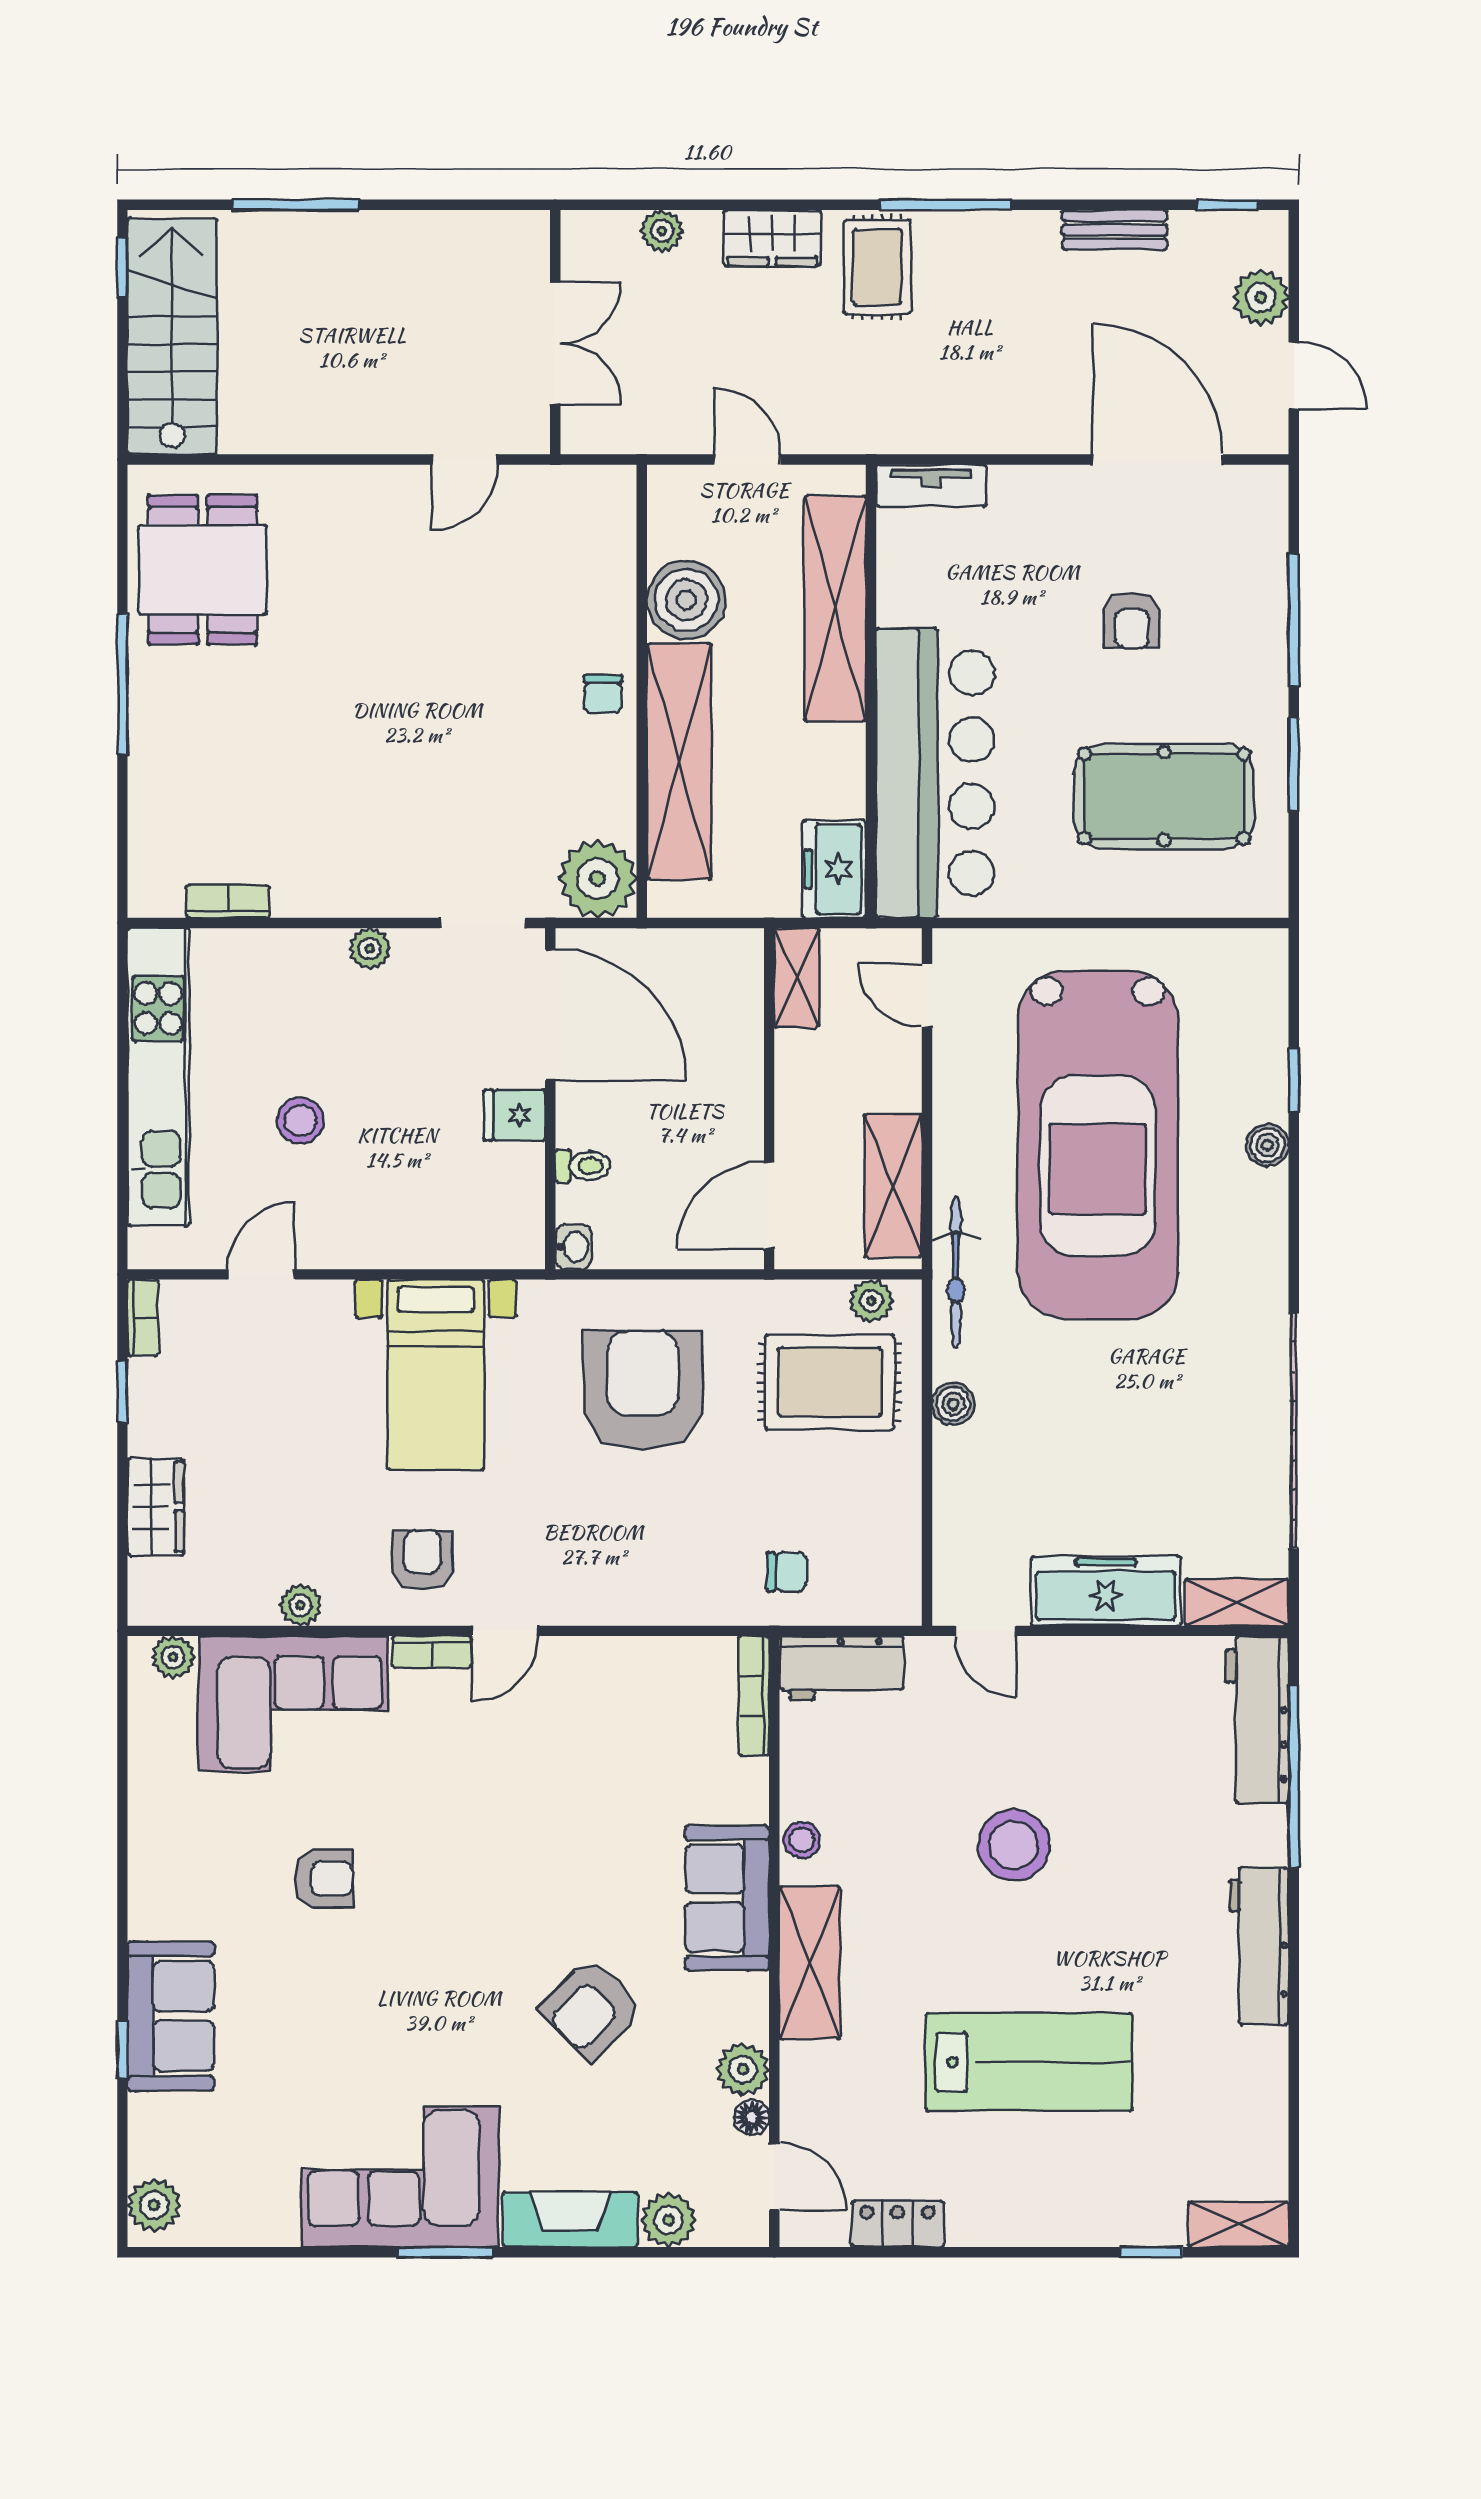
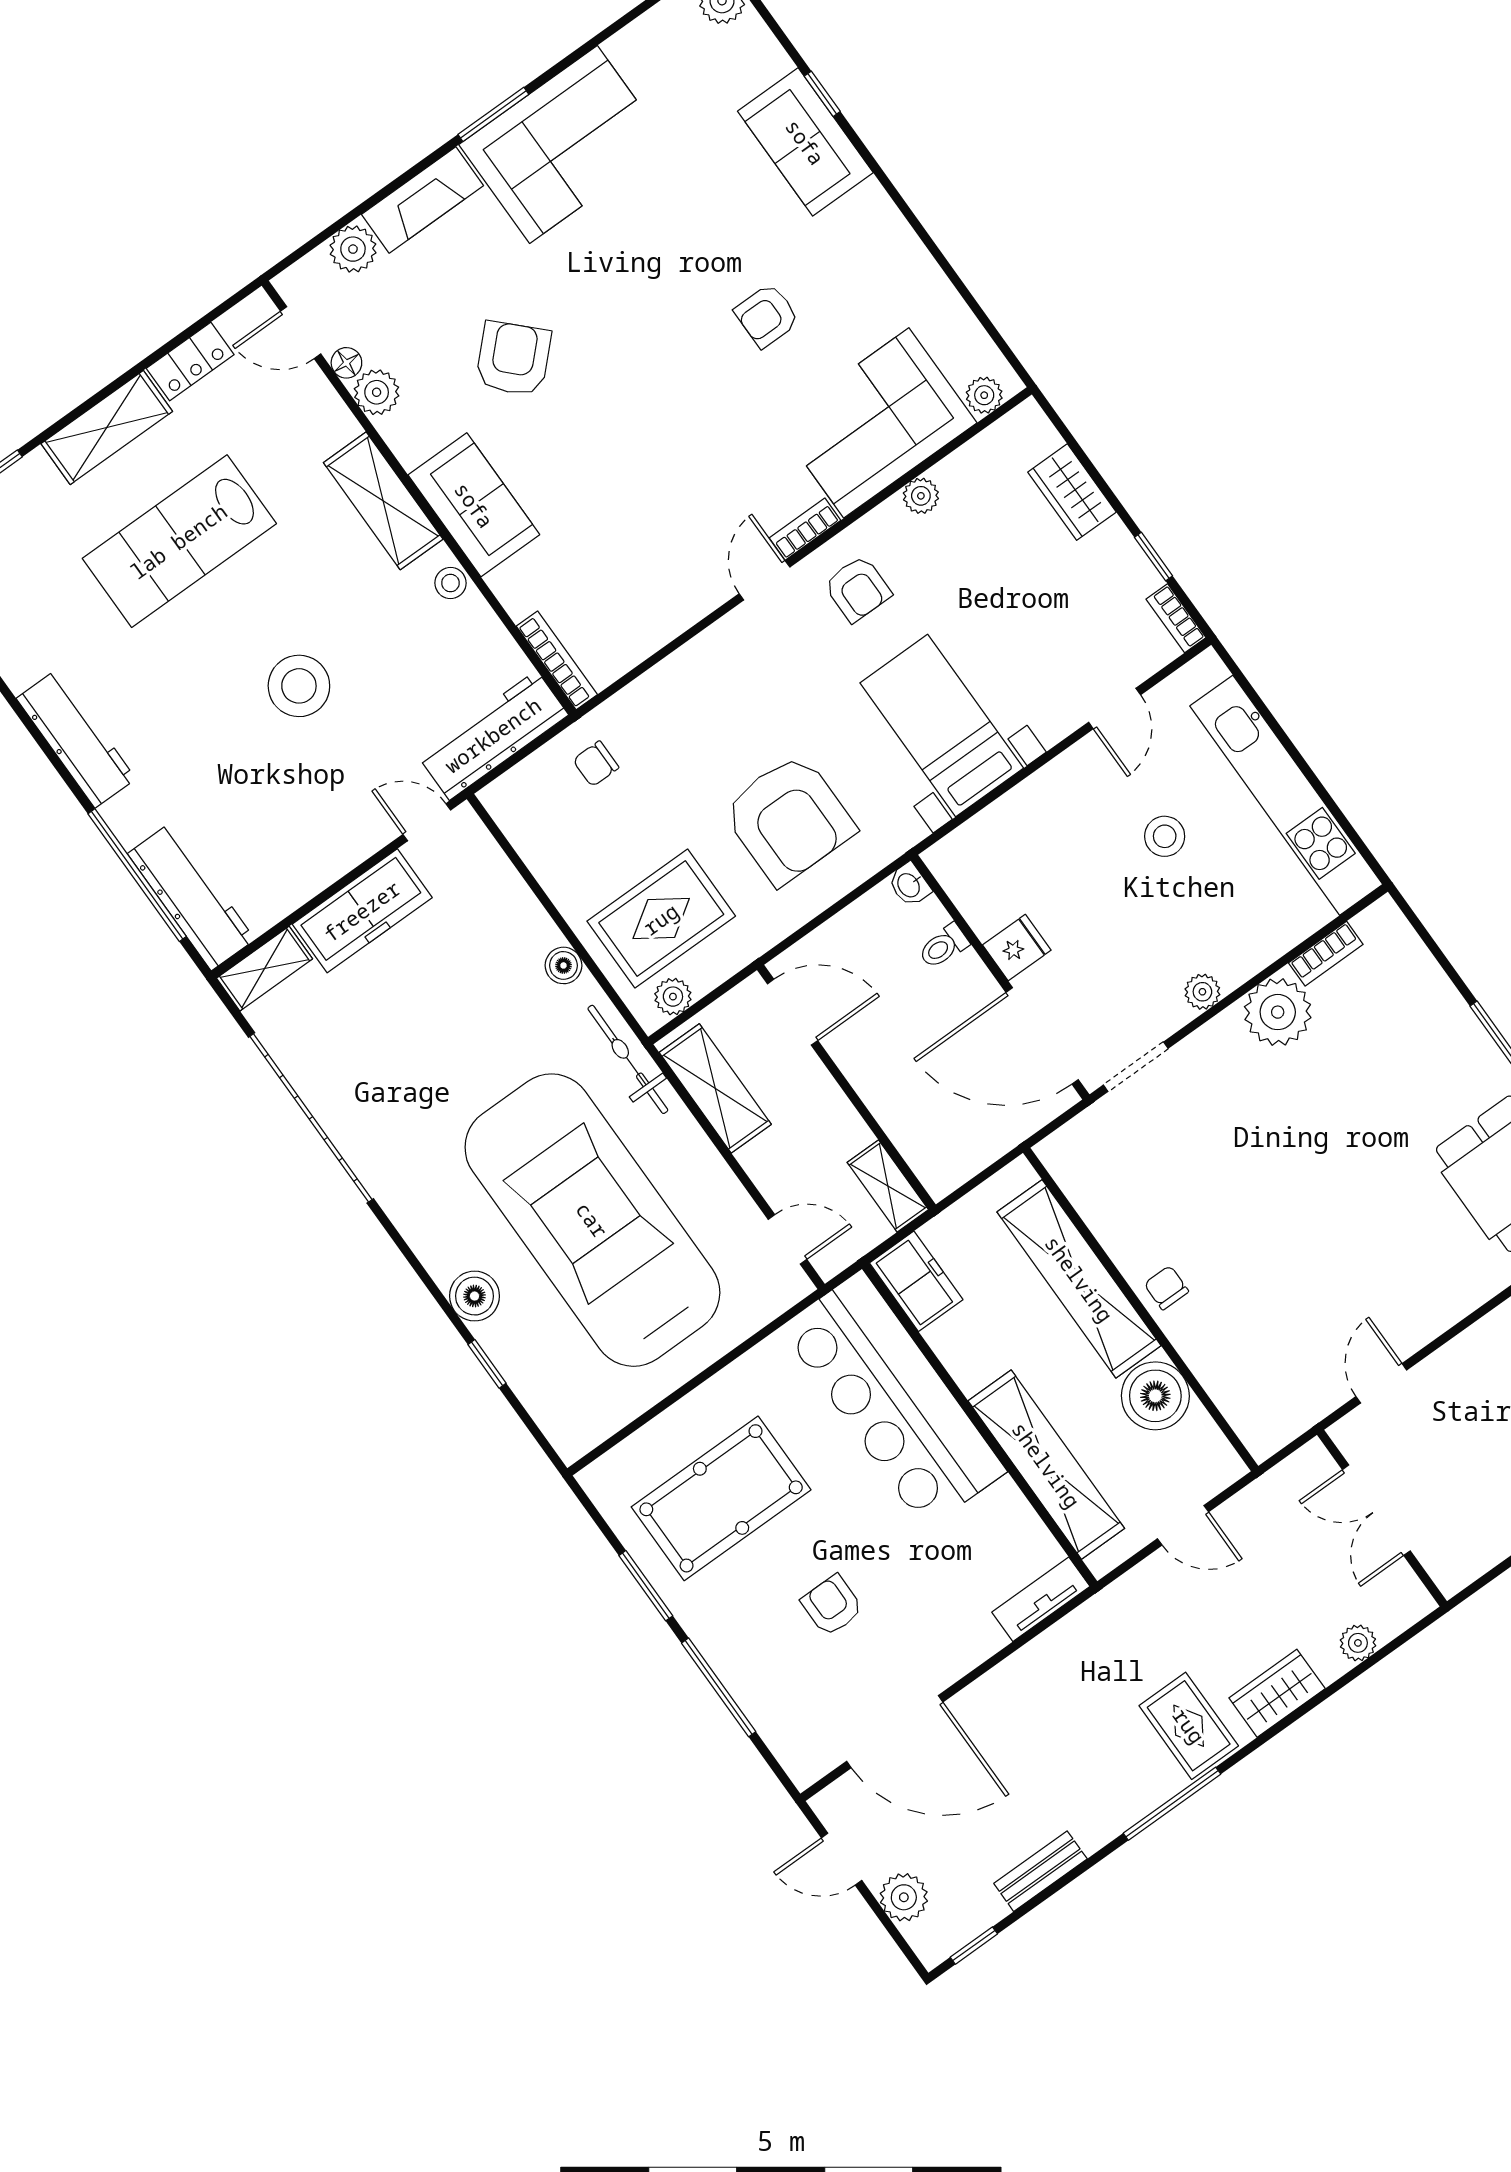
plant: (598, 879) -> (1278, 1012), moved
boiler: (1267, 1145) -> (475, 1296), width x1.36, depth x1.36
door: (769, 1206) -> (793, 1012), hinge flipped
workbench: (841, 1668) -> (493, 735), width x1.38
shelving: (1021, 2218) -> (107, 428), added

